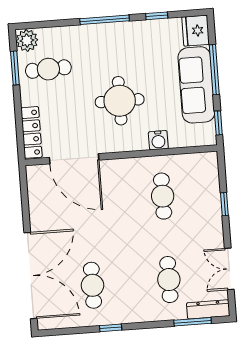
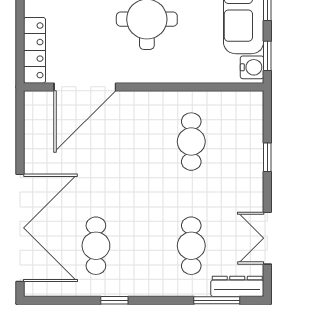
water cooler: (158, 140) -> (252, 67), moved, turned -90
door: (74, 159) -> (85, 87), hinge flipped

